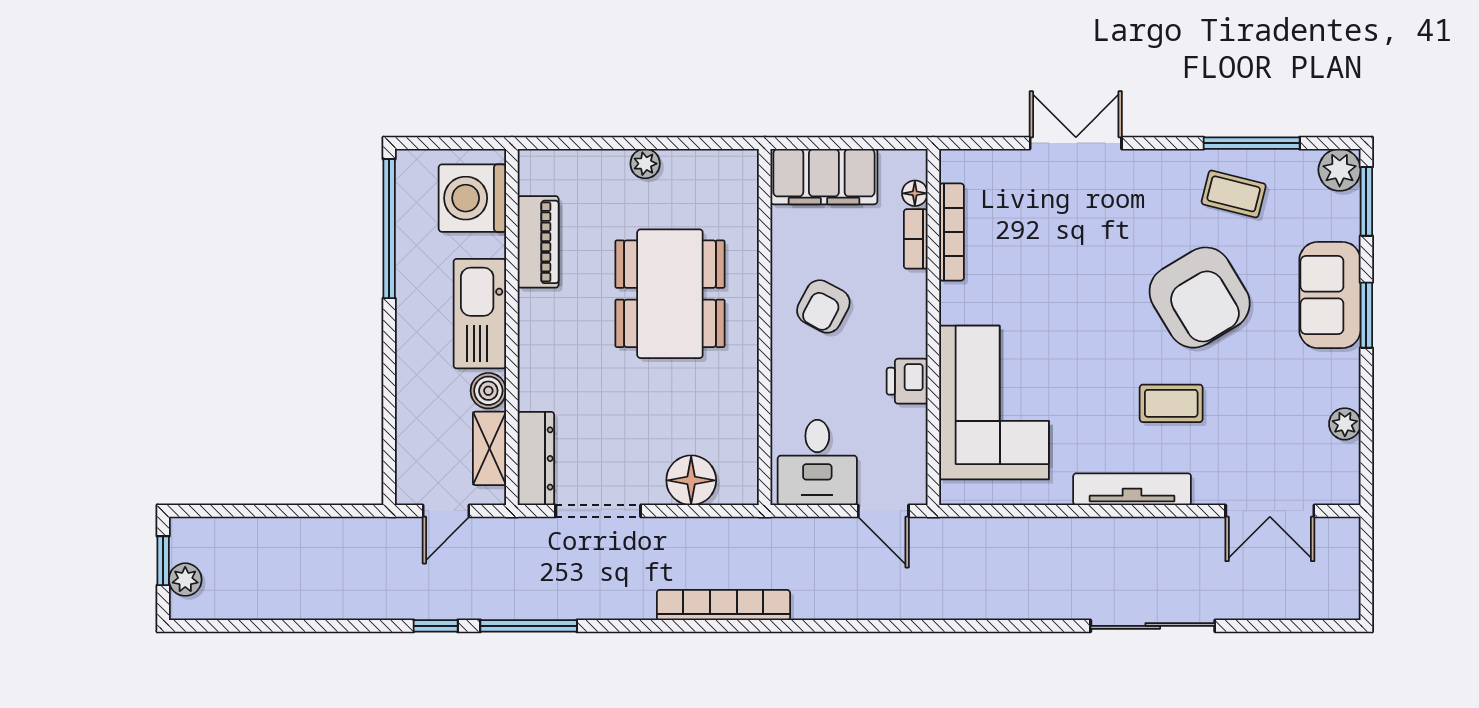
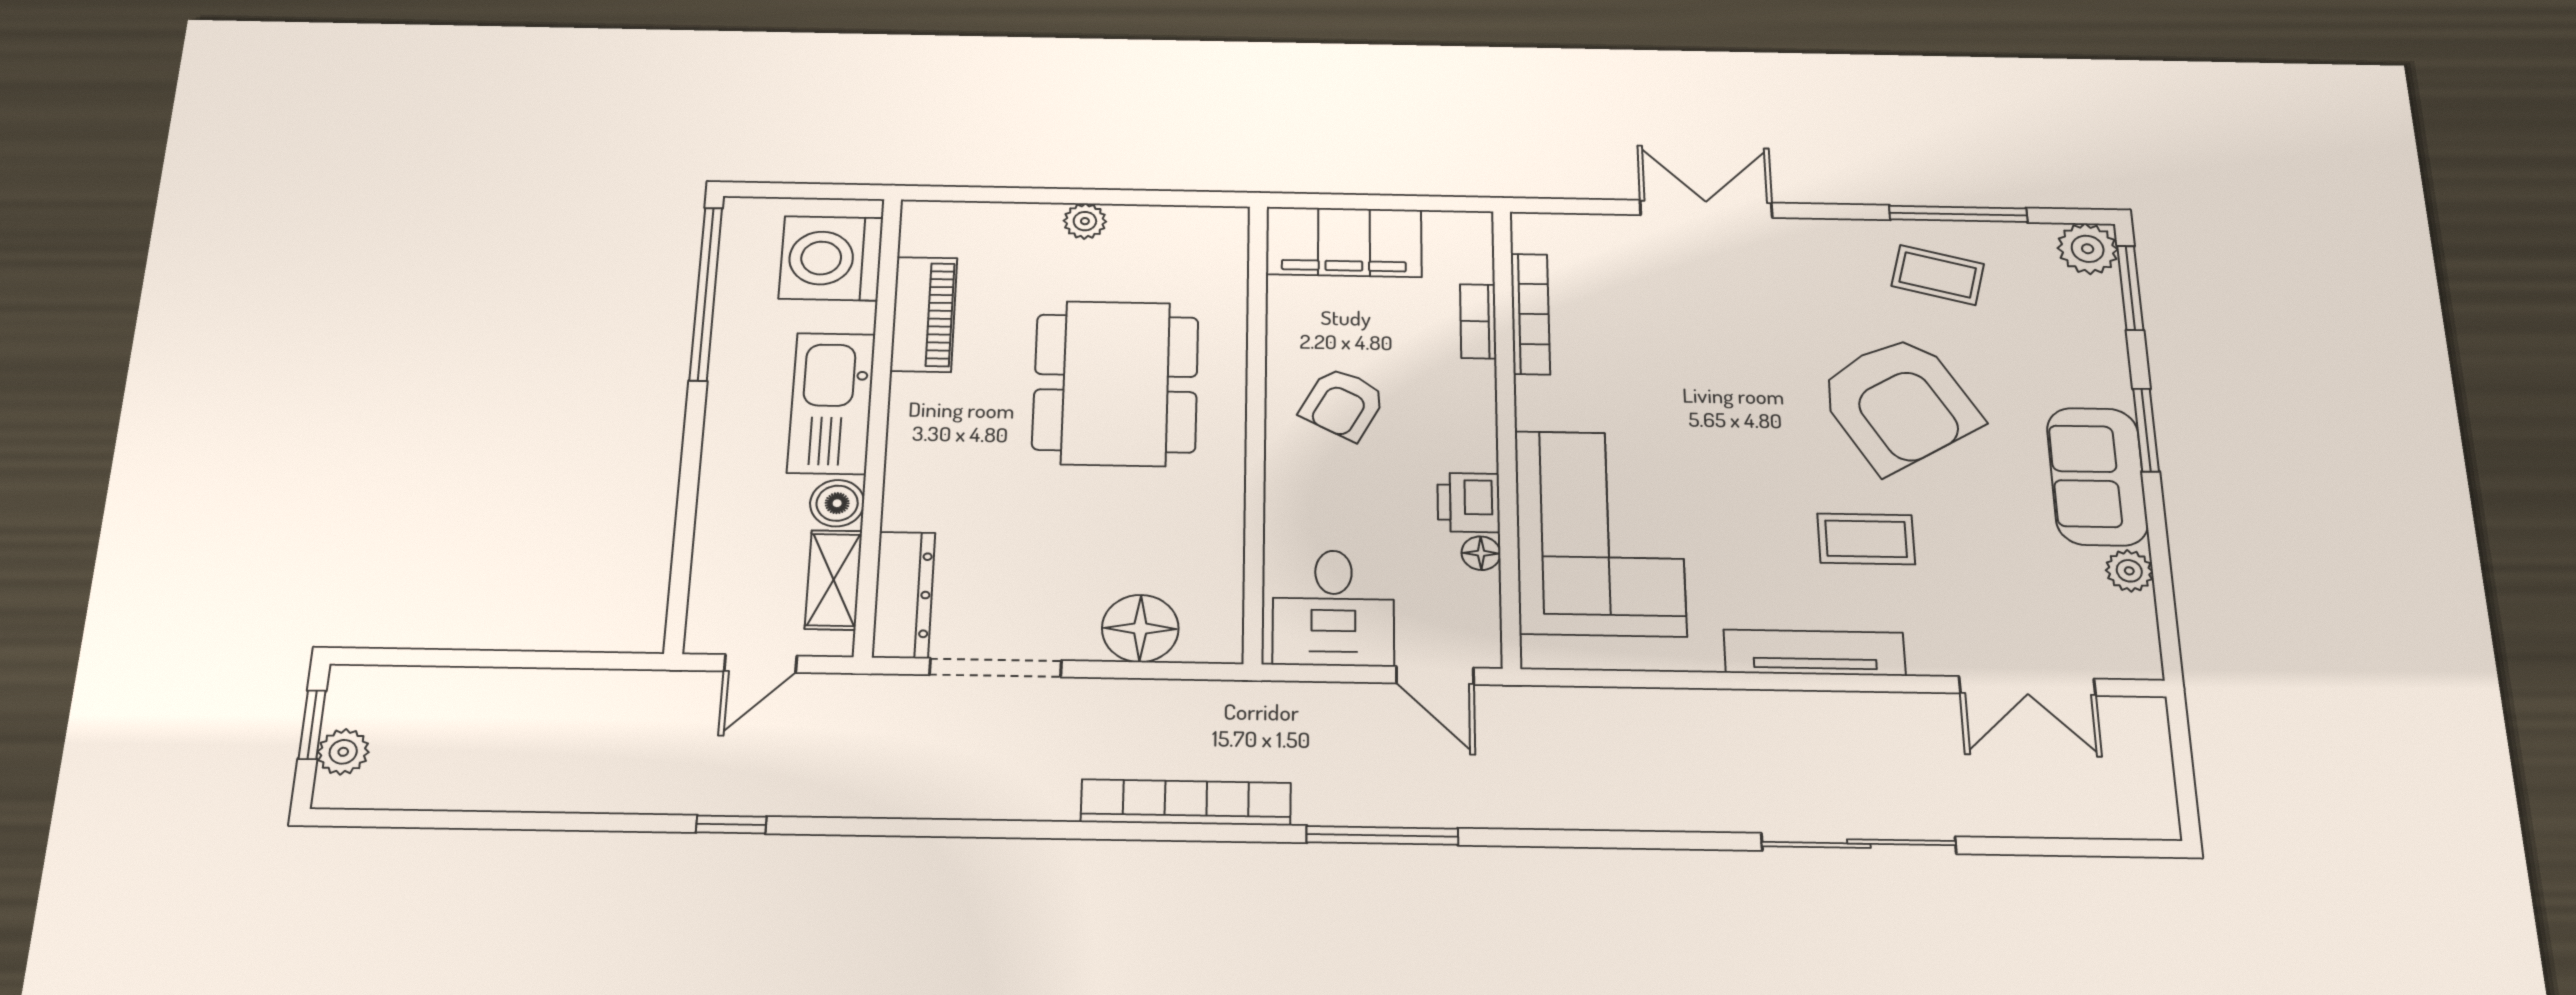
floor lamp: (915, 193) -> (1481, 553), moved
sofa: (1330, 295) -> (2097, 476), moved
window: (529, 626) -> (1382, 835), moved

